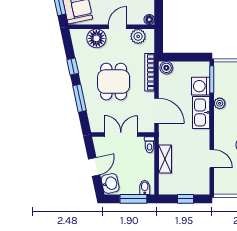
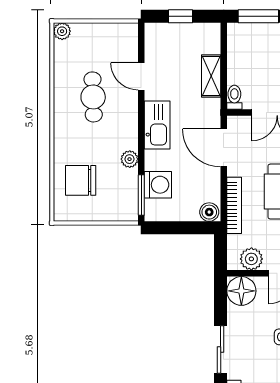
floor lamp: (149, 20) -> (241, 291), width x1.89, depth x1.89
kitchen sink: (201, 112) -> (157, 125), moved
bidet: (145, 187) -> (241, 33), removed

